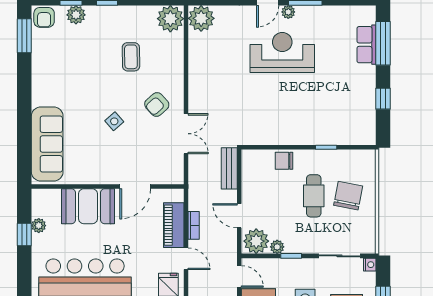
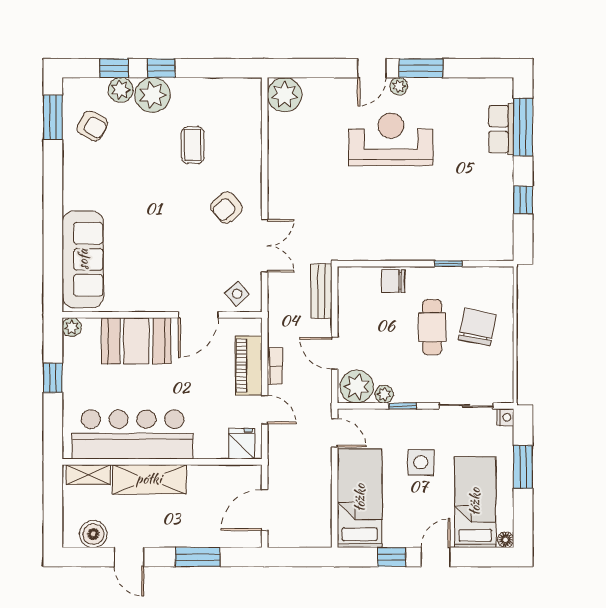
armchair: (44, 17) -> (92, 126), moved, turned -61
plant: (170, 19) -> (152, 95), moved
side table: (114, 121) -> (237, 294), moved
plant: (39, 226) -> (72, 327), moved

